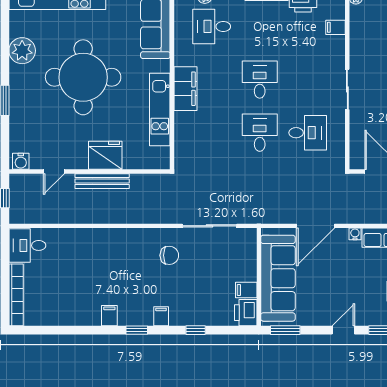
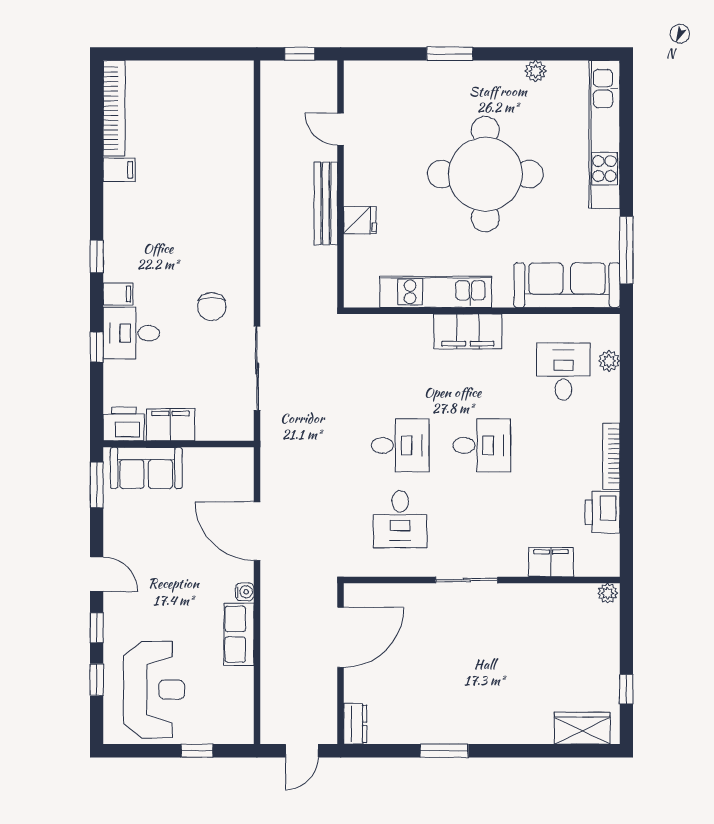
filing cabinet: (336, 27) -> (551, 562), width x2.00
plant: (22, 51) -> (536, 71), width x0.53, depth x0.53
fridge: (105, 155) -> (360, 220), width x0.53, depth x0.75
water cooler: (21, 161) -> (356, 78), removed
desk: (27, 245) -> (131, 333), moved, turned -90
sofa: (278, 278) -> (146, 468), width x0.54, depth x0.79
filing cabinet: (246, 290) -> (171, 425), width x2.00
bookcase: (16, 295) -> (114, 108), moved, turned -90
filing cabinet: (109, 316) -> (119, 170), moved

